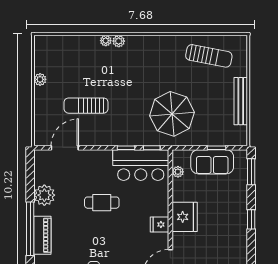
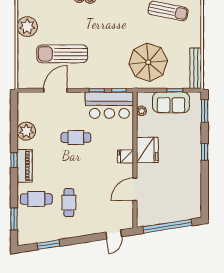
plant: (40, 79) -> (27, 27), width x1.88, depth x1.88
bench: (241, 101) -> (196, 68), moved
sun lounger: (86, 106) -> (62, 54), width x1.36, depth x1.34
parasol: (172, 114) -> (148, 62), moved
door: (65, 148) -> (55, 90), moved
window: (30, 229) -> (14, 160), width x0.32

